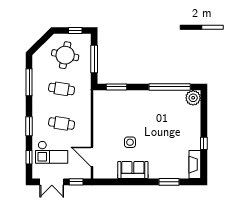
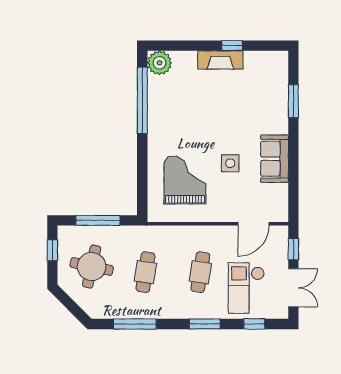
window: (116, 87) -> (142, 185), removed
grand piano: (120, 114) -> (185, 180), added
checkout: (52, 152) -> (246, 288), turned 180
fireplace: (195, 165) -> (220, 60), moved

